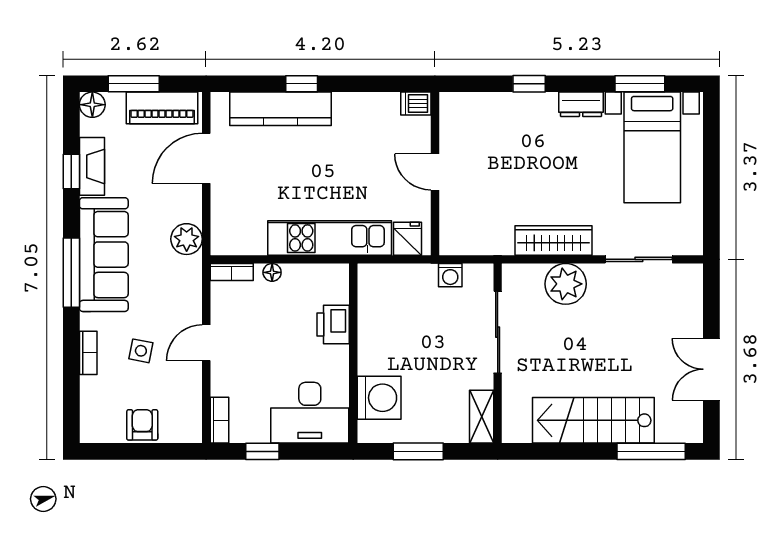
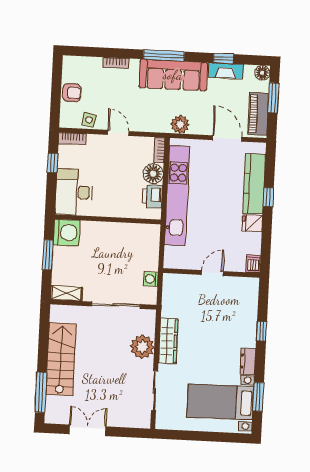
kitchen unit: (330, 238) -> (177, 196), width x1.36
fridge: (408, 239) -> (252, 223), moved, turned 180
floor lamp: (272, 272) -> (153, 174), width x1.89, depth x1.89
printer: (333, 324) -> (153, 196), moved, turned -90
side table: (141, 351) -> (89, 120), moved
washing machine: (379, 398) -> (67, 233), moved, turned -90

